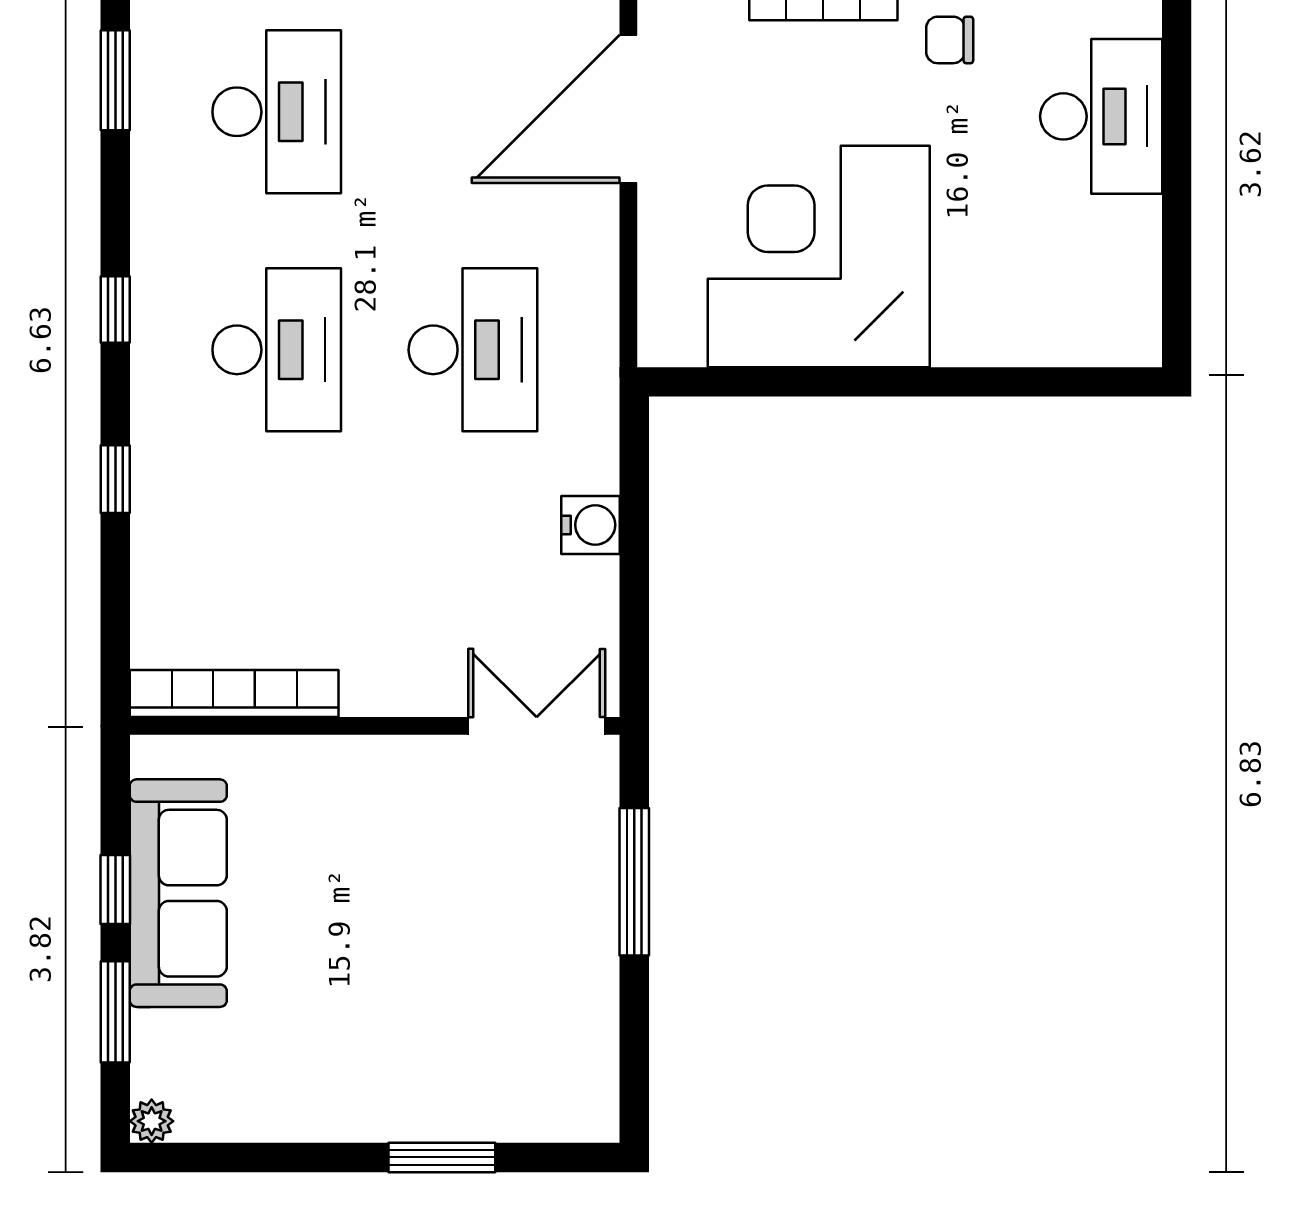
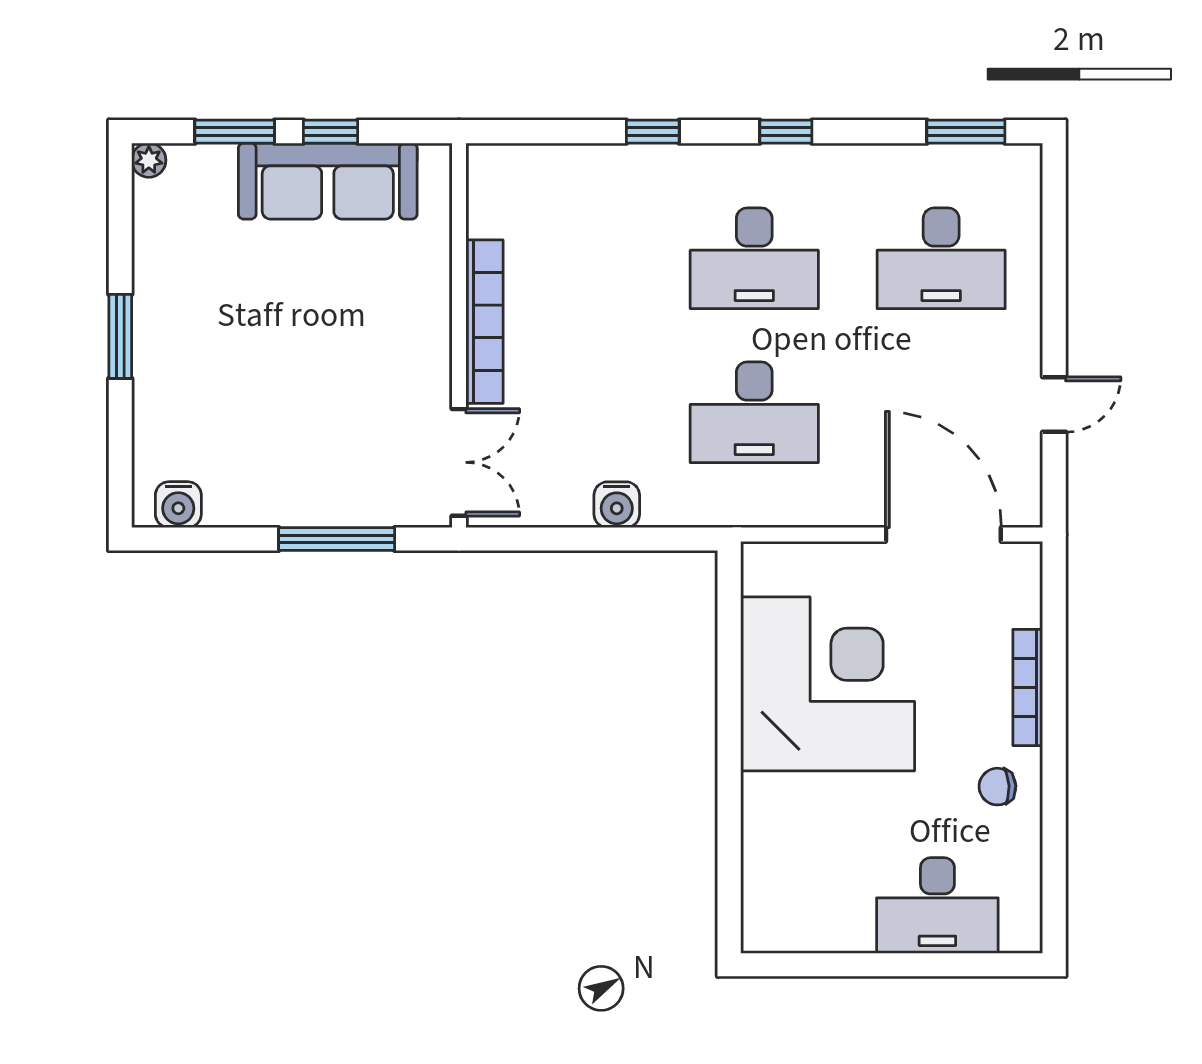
chair: (950, 40) -> (997, 787), turned -93
bookcase: (234, 694) -> (484, 322), moved
water cooler: (590, 1084) -> (178, 505), added
window: (442, 1157) -> (120, 336), moved

